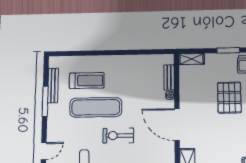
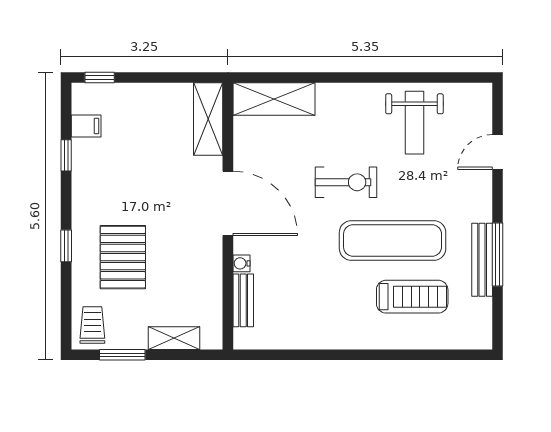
shelving: (191, 59) -> (174, 338), moved
treadmill: (87, 81) -> (412, 297), turned 180
bench: (53, 85) -> (482, 260), moved

